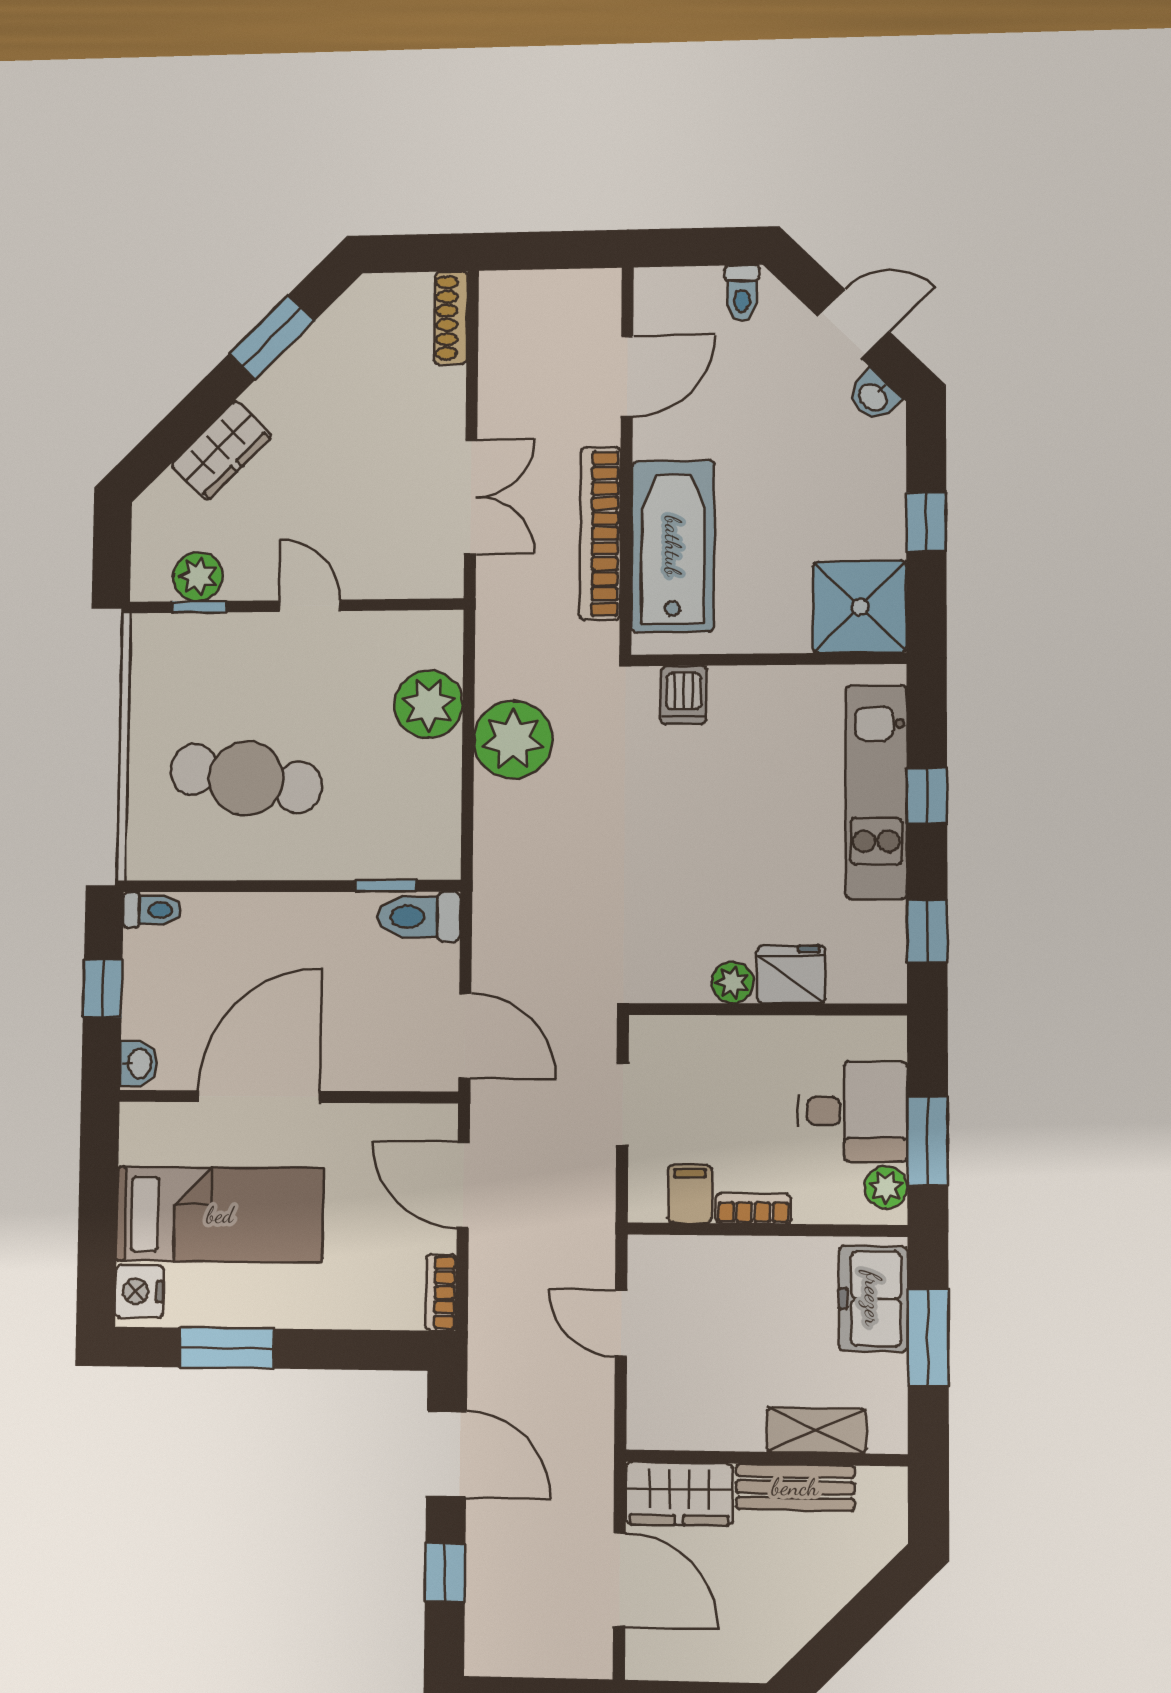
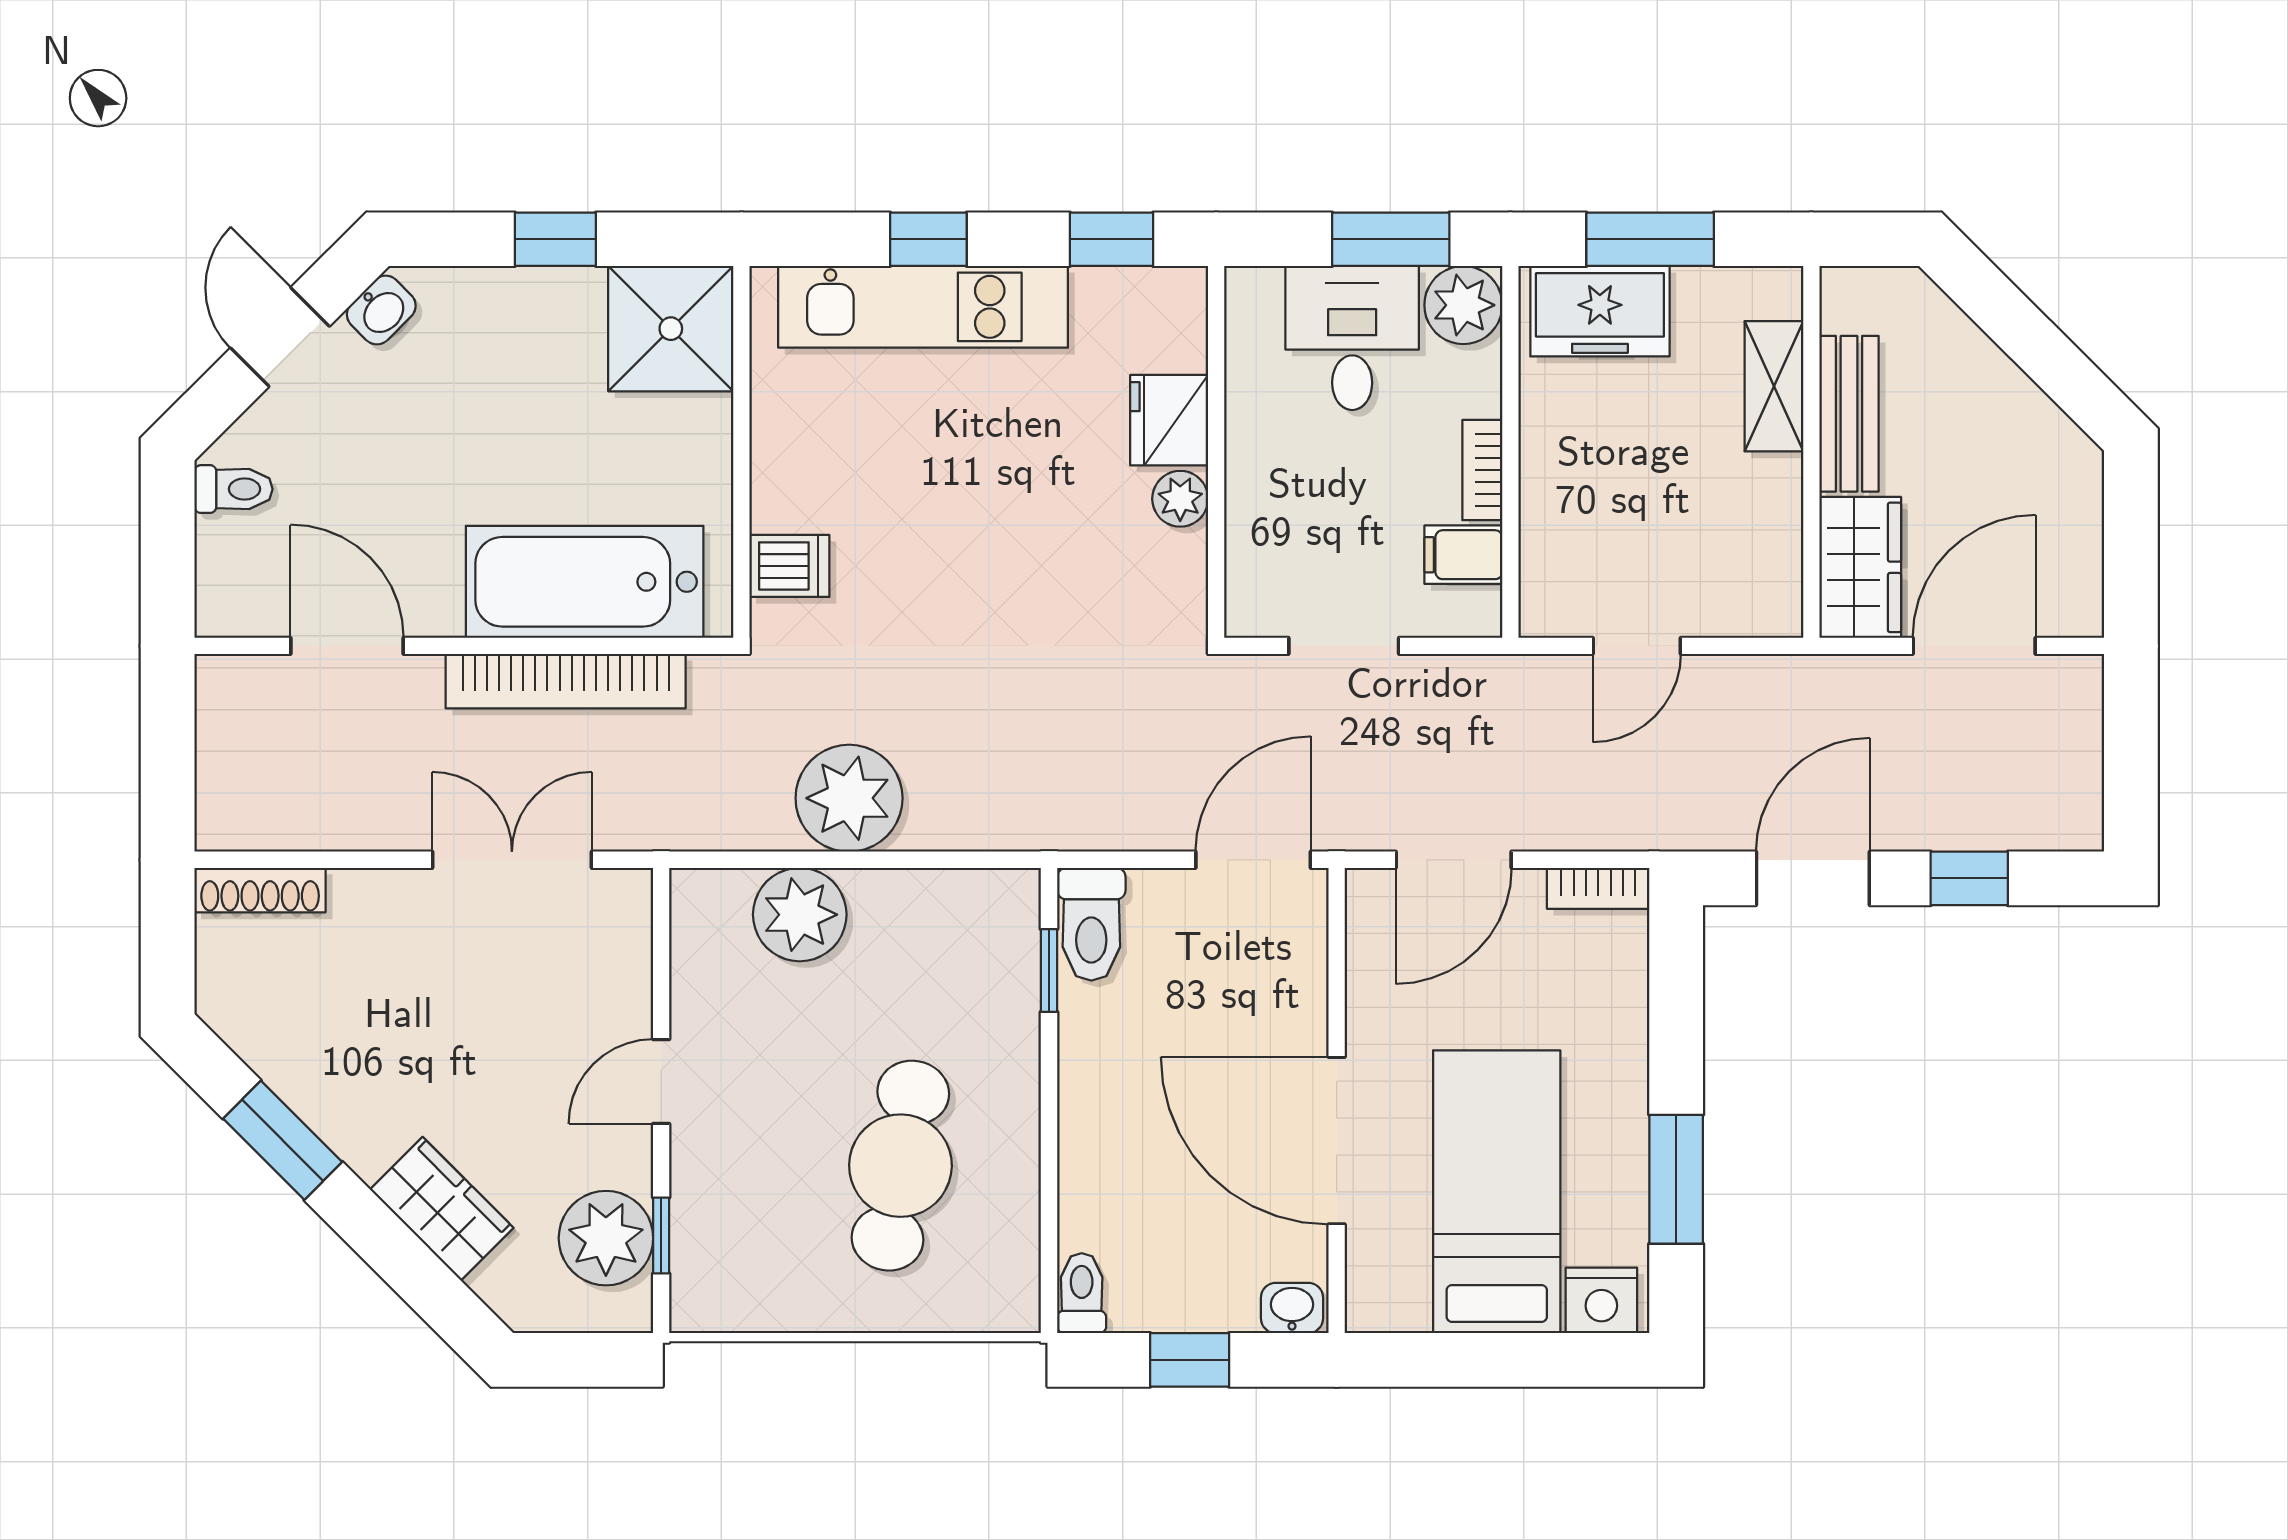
plant: (198, 576) -> (606, 1238), width x1.36, depth x1.36
plant: (886, 1187) -> (1463, 305), width x1.38, depth x1.38

